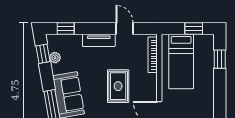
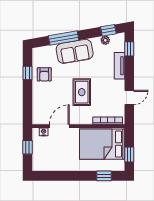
tv unit: (99, 40) -> (119, 66), moved
bed: (181, 61) -> (102, 144), width x1.50
rug: (118, 86) -> (82, 92), turned 90

